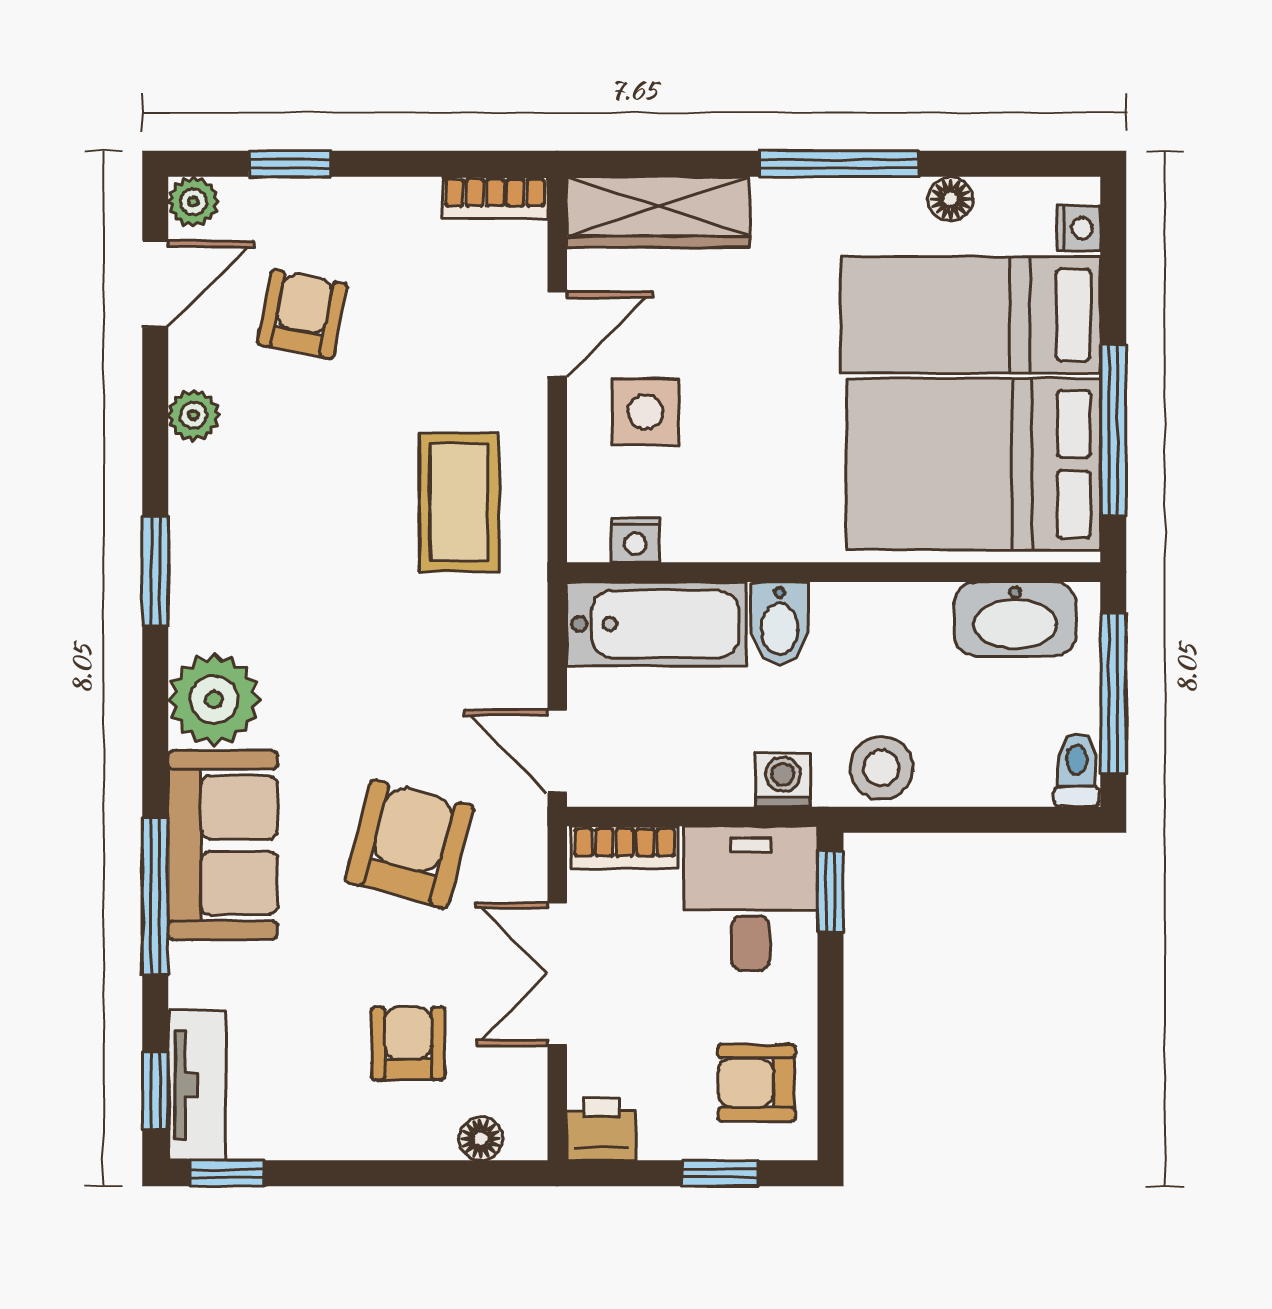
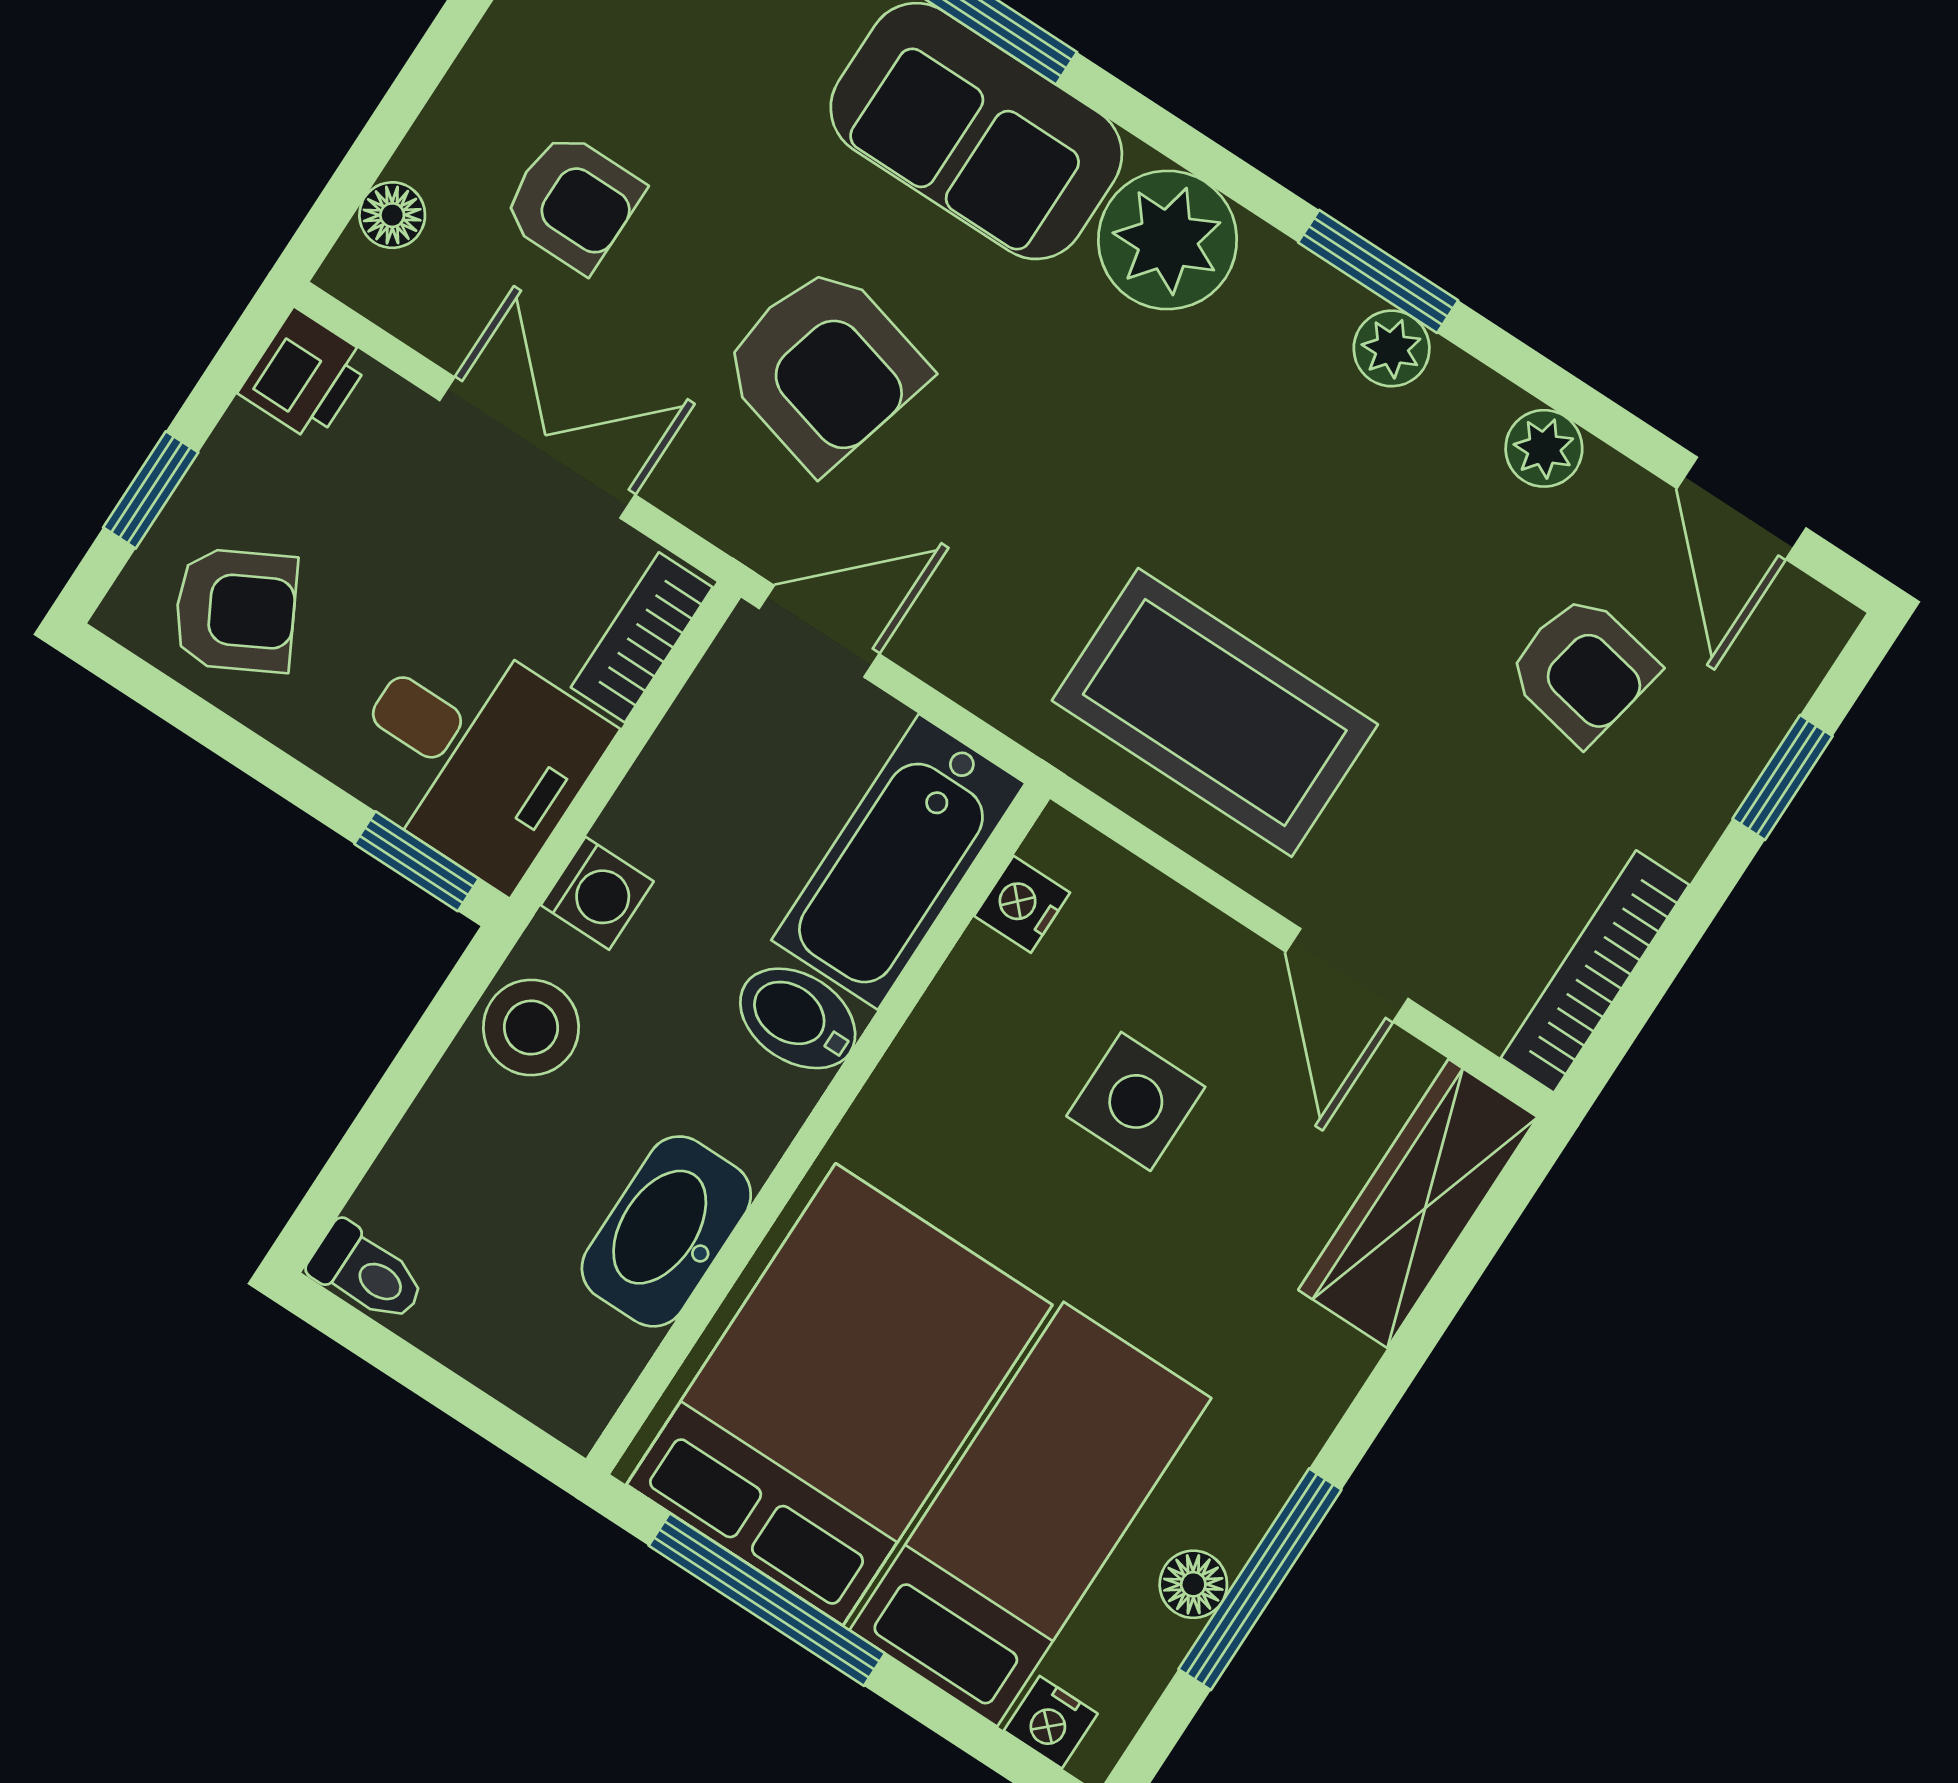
window: (839, 164) -> (1260, 1579), moved
bookcase: (495, 198) -> (1595, 972), width x1.56
plant: (193, 202) -> (1392, 348), moved
side table: (645, 412) -> (1136, 1101), moved
coffee table: (459, 502) -> (1215, 712), width x1.36, depth x1.32
washbasin: (1015, 619) -> (666, 1231), moved
window: (1113, 693) -> (434, 1383), removed
armchair: (757, 1083) -> (235, 610), turned 62

